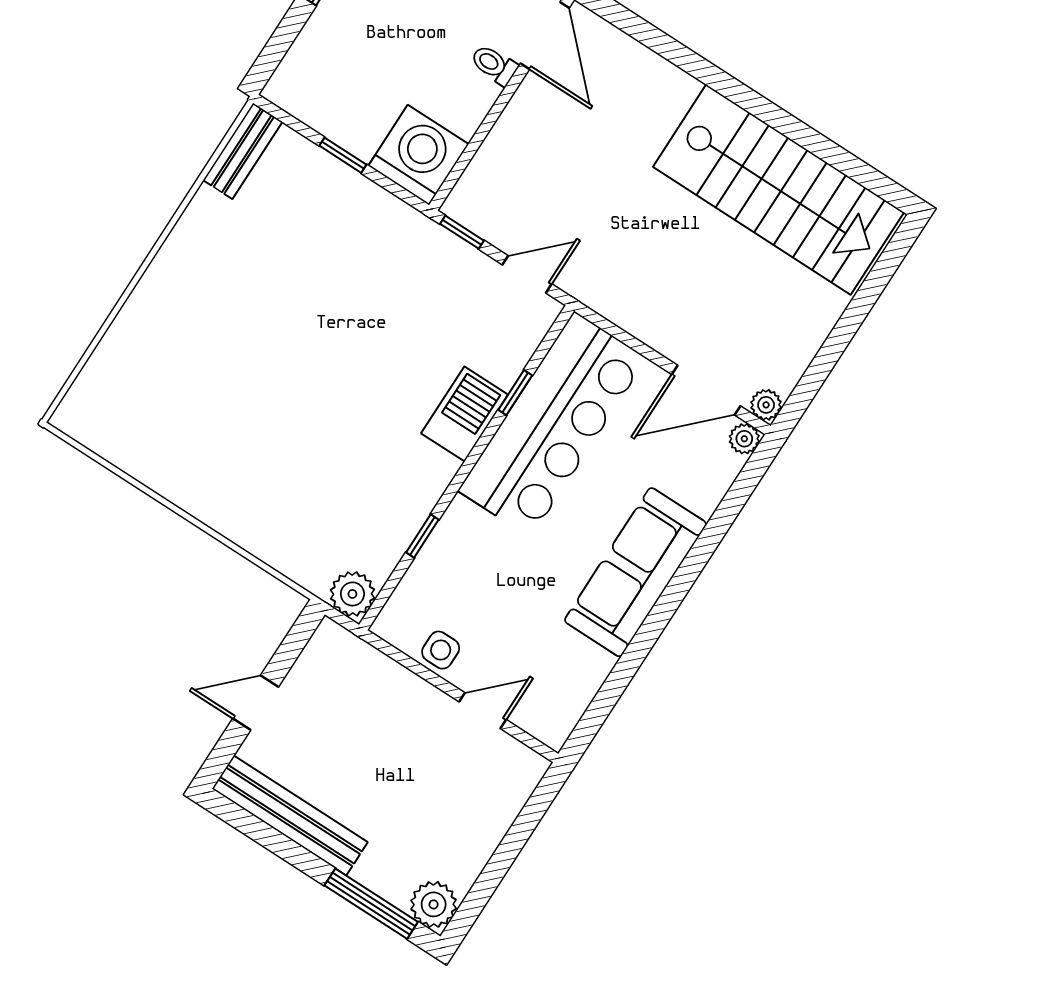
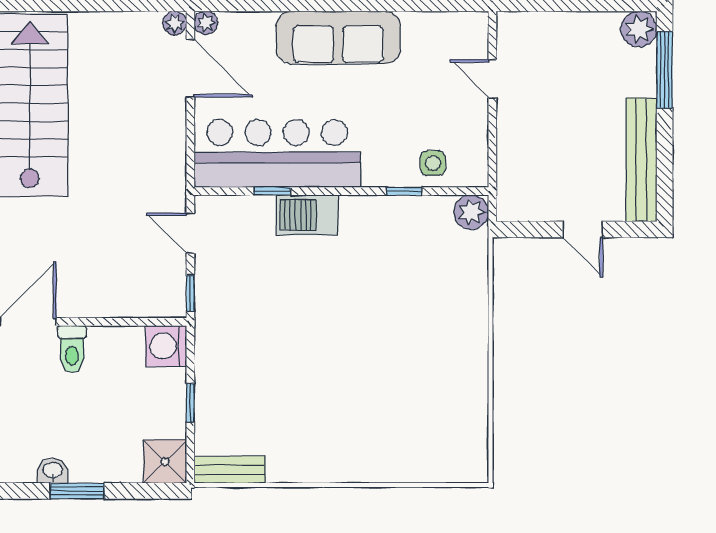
toilet: (494, 65) -> (72, 349), width x1.37, depth x1.39
shower: (297, 86) -> (165, 462), added
washing machine: (418, 155) -> (166, 346), width x0.73, depth x0.73
side table: (441, 650) -> (433, 163), moved

